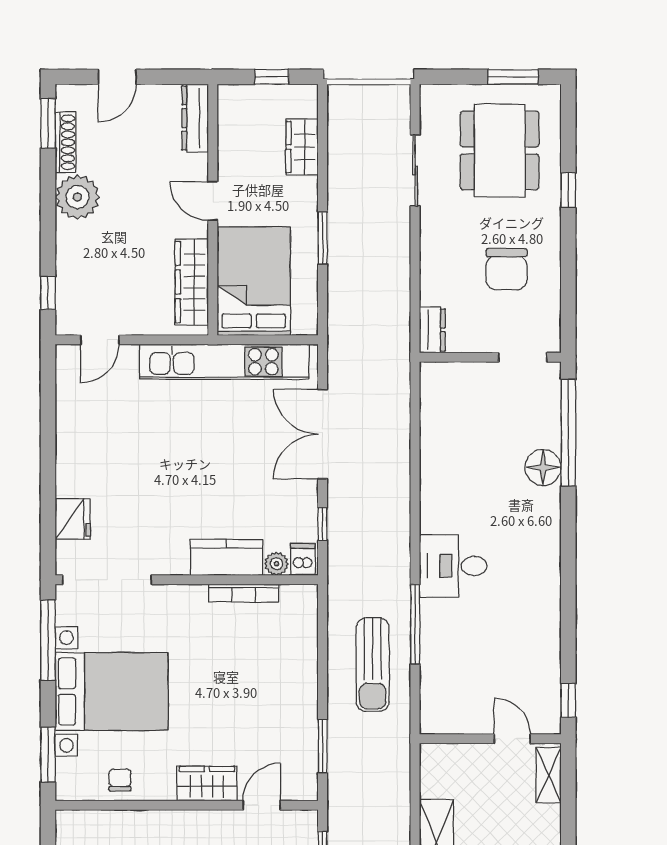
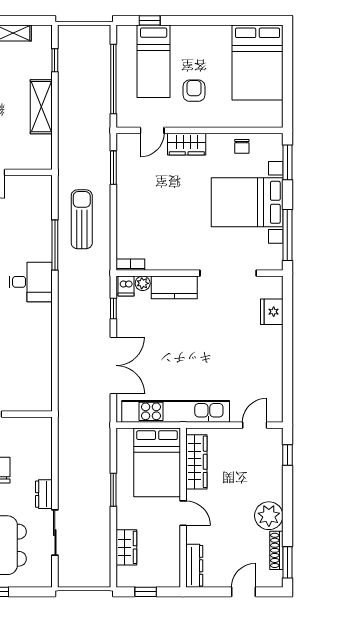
dresser: (432, 330) -> (44, 494), moved
doorway: (107, 580) -> (228, 273), moved
bookcase: (244, 593) -> (130, 265), moved, width x0.64

